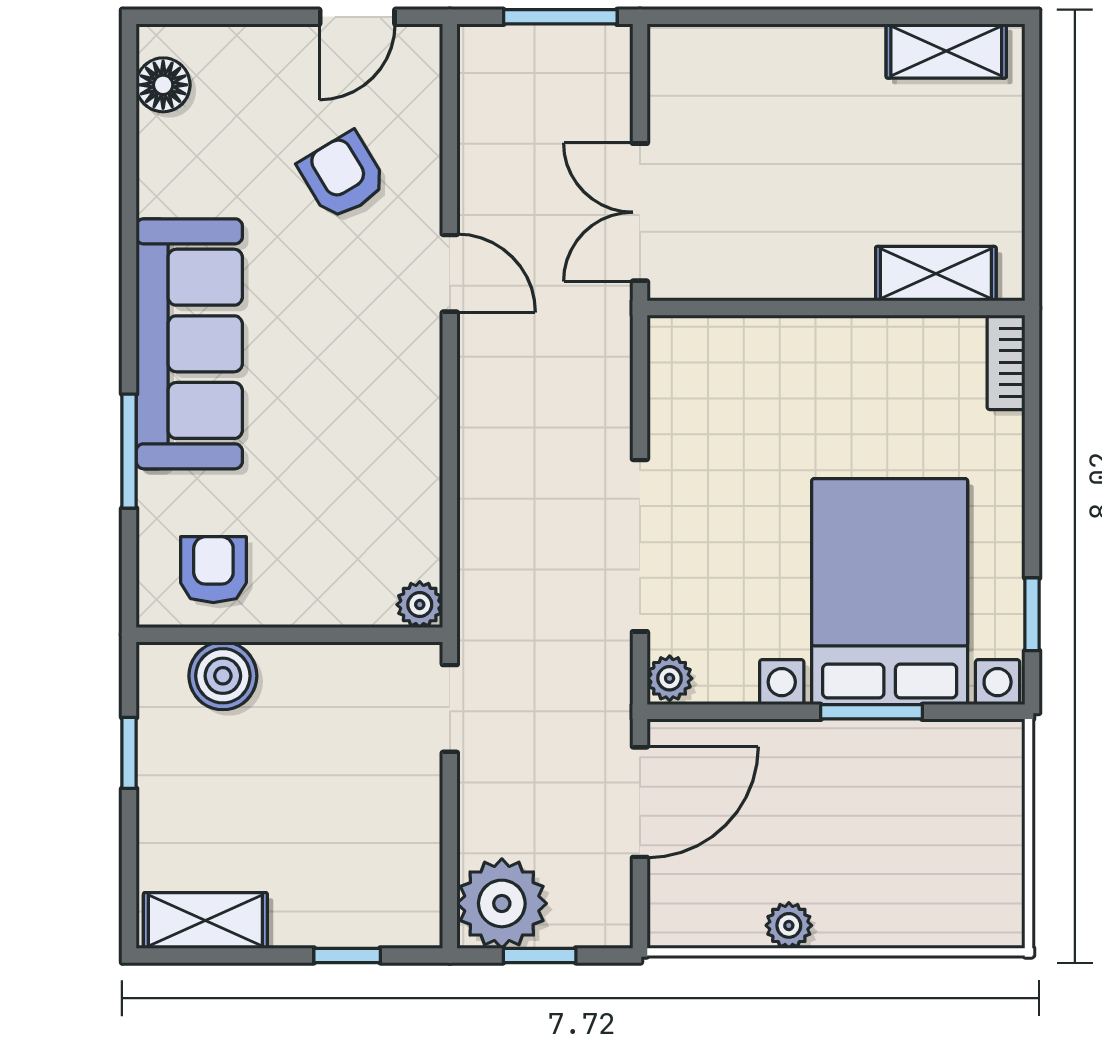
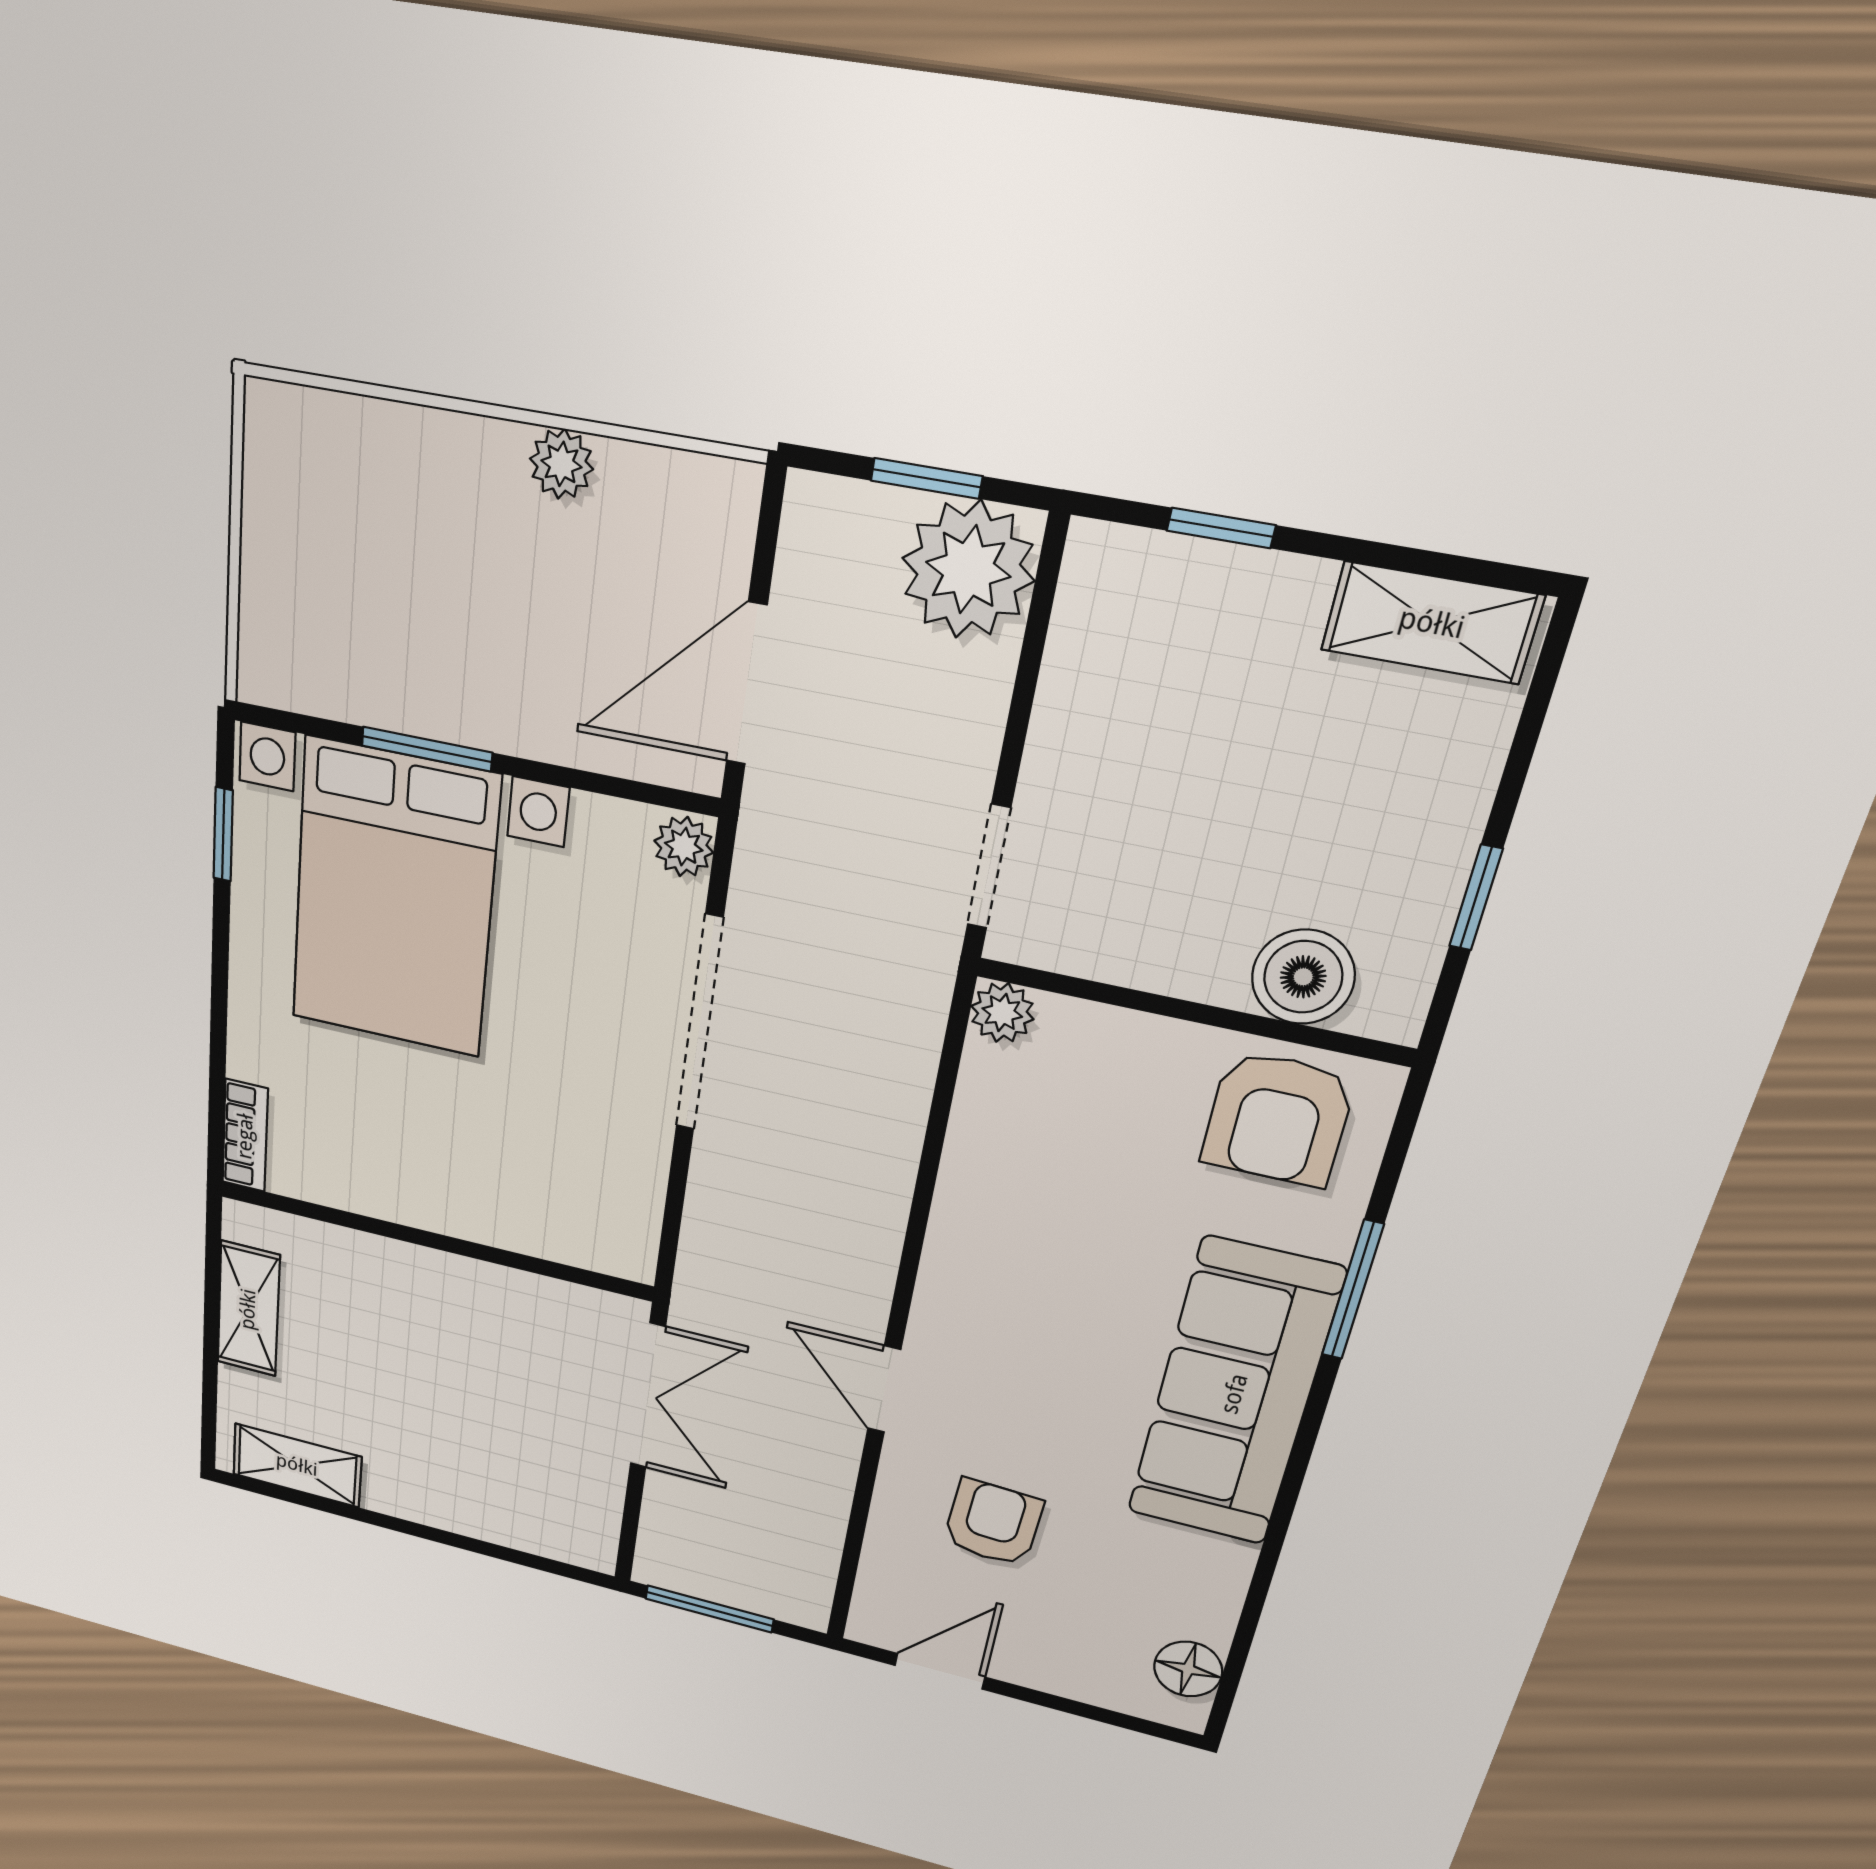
armchair: (343, 176) -> (993, 1523), turned -146
shelving: (936, 274) -> (248, 1309), moved, turned 90
armchair: (213, 570) -> (1278, 1119), width x1.38, depth x1.38

